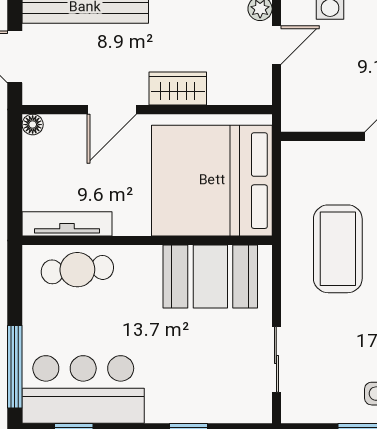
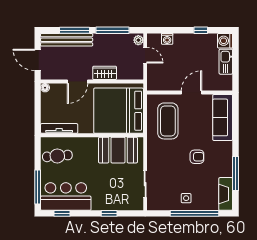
door: (276, 45) -> (145, 55), hinge flipped
coffee table: (338, 249) -> (168, 121), moved
cafe table: (77, 270) -> (57, 156), moved

